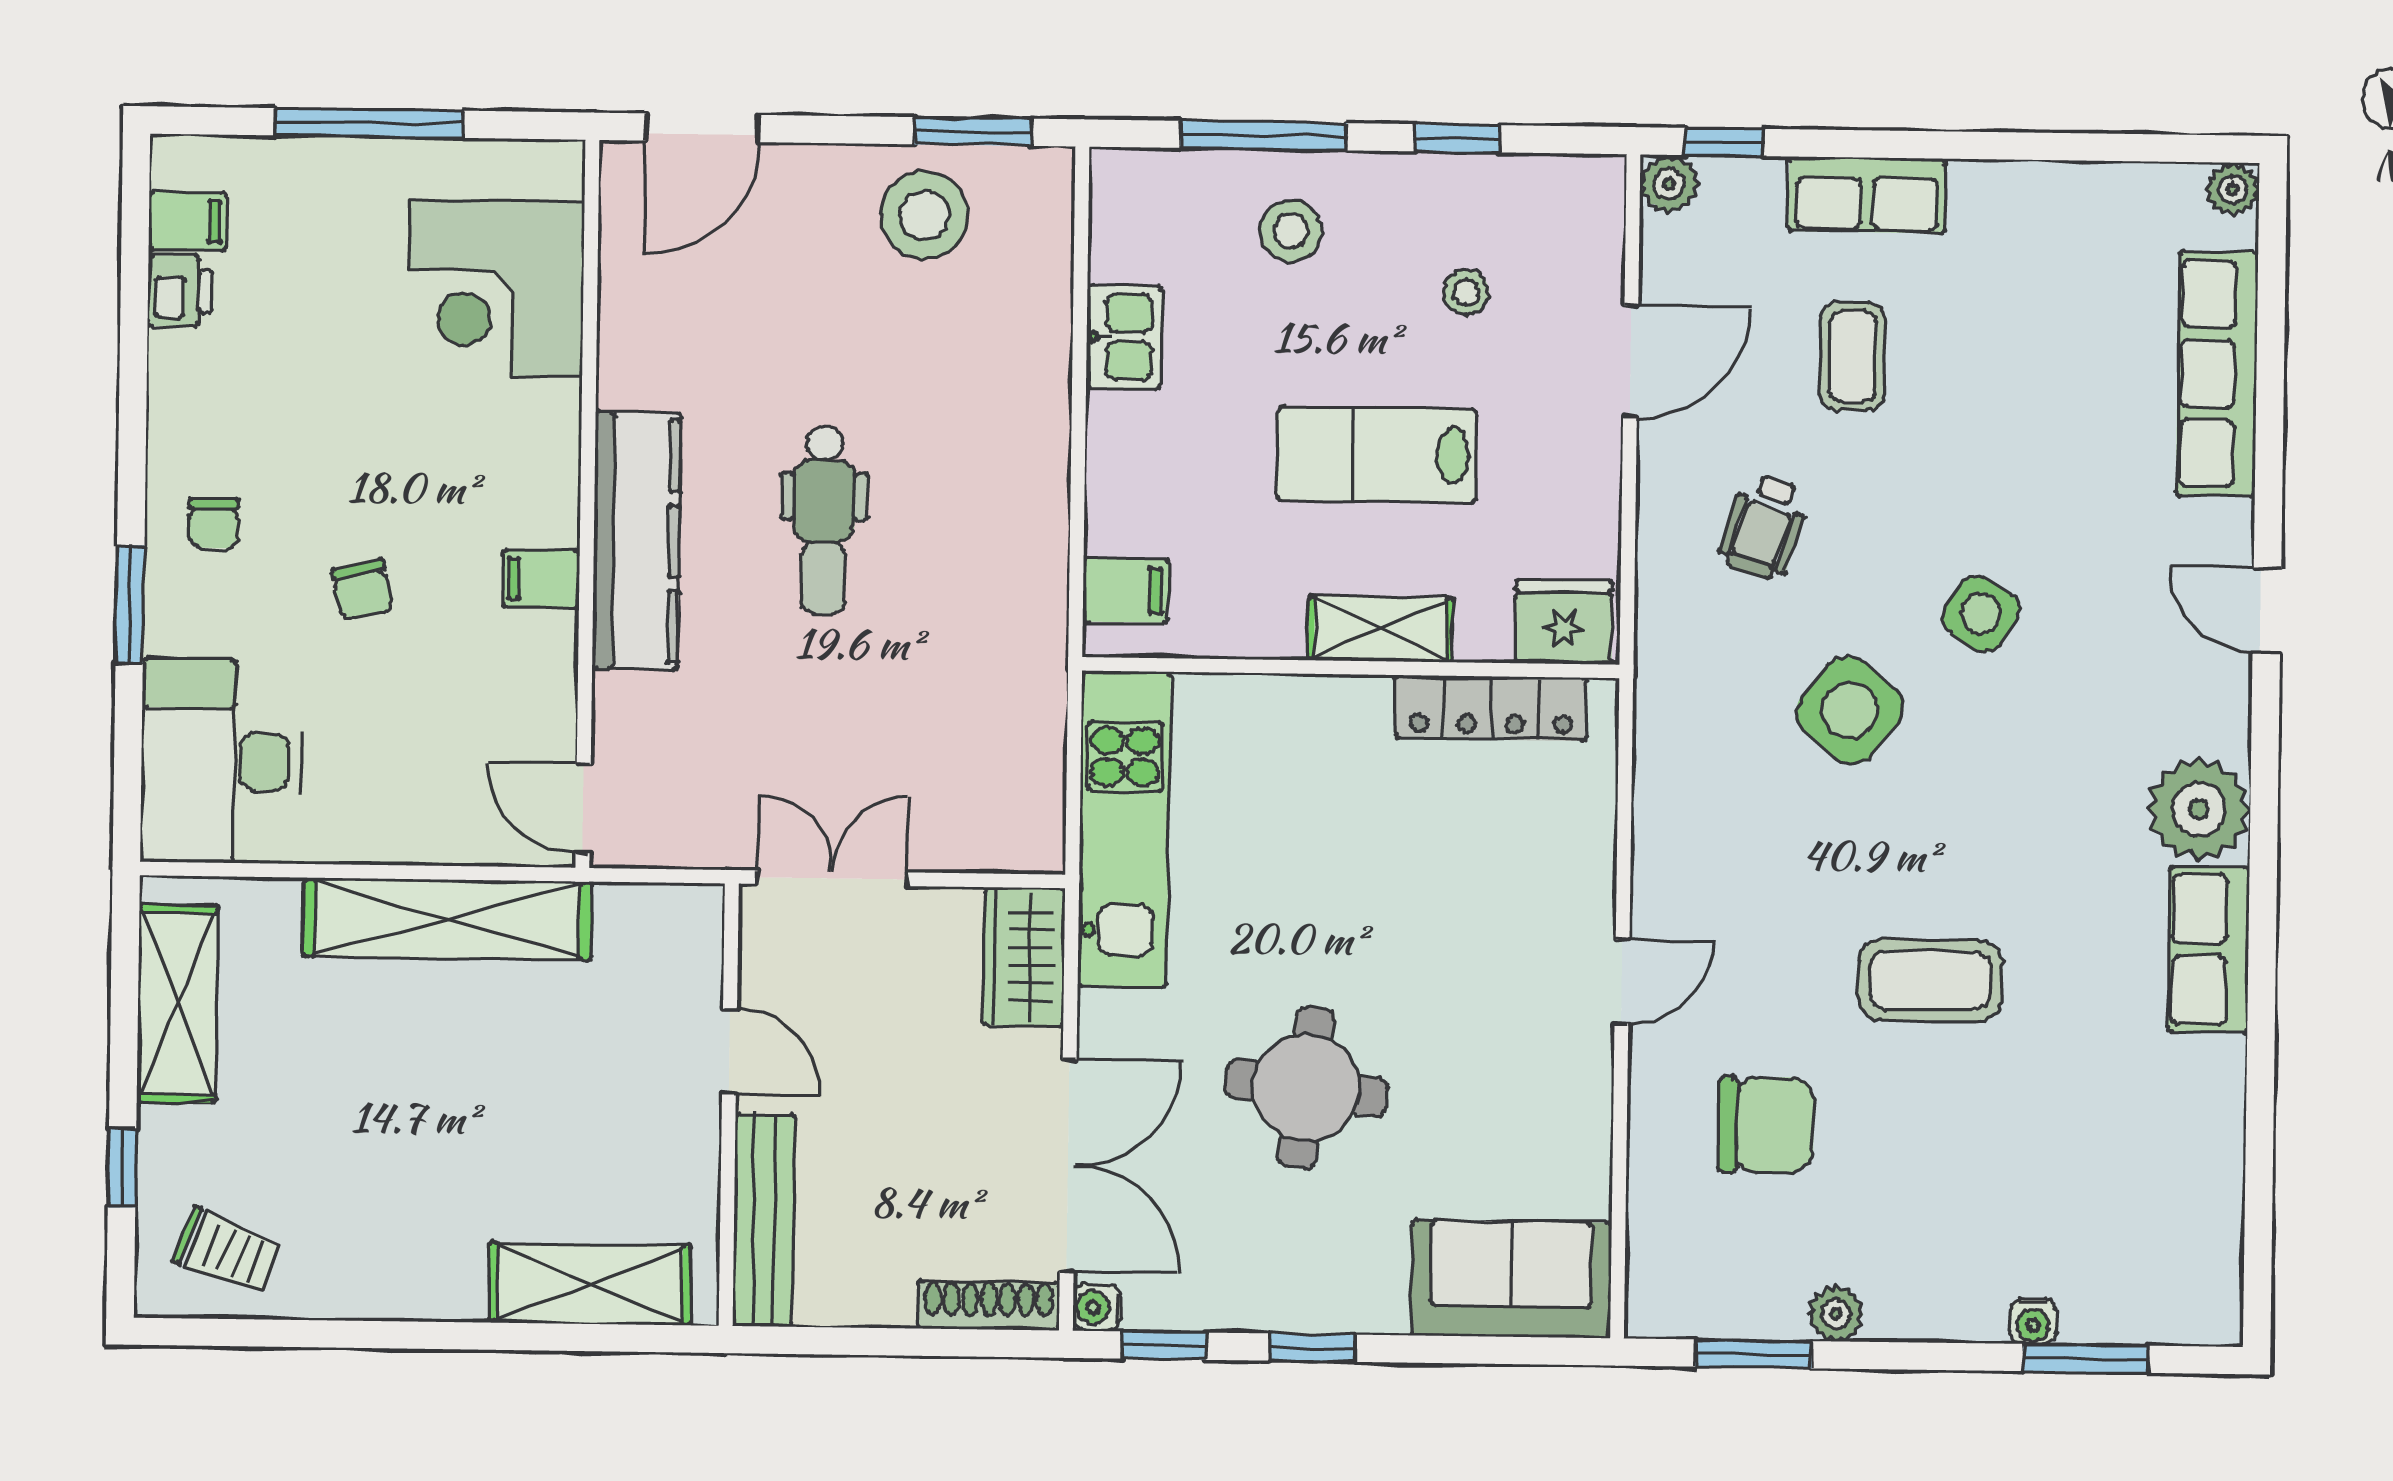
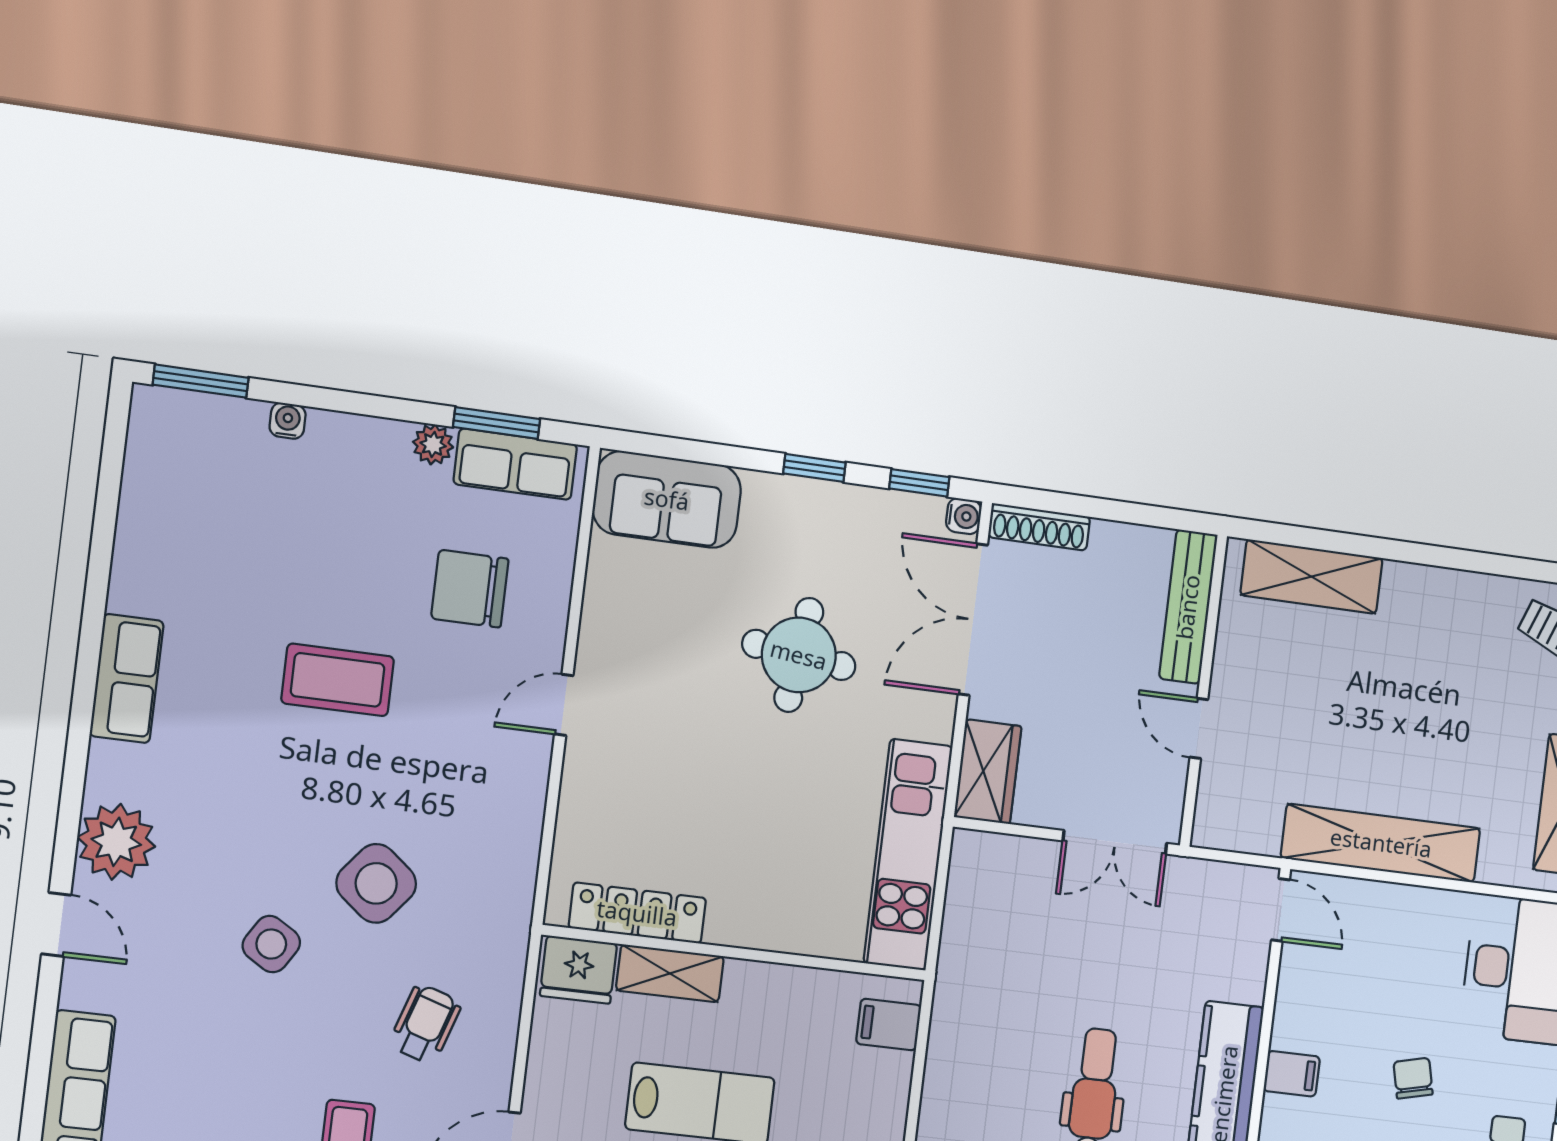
shelving: (1380, 629) -> (670, 973), moved
plant: (2199, 809) -> (116, 842), moved
row of seats: (1723, 1301) -> (515, 464), added
window: (2086, 1358) -> (201, 381), moved

